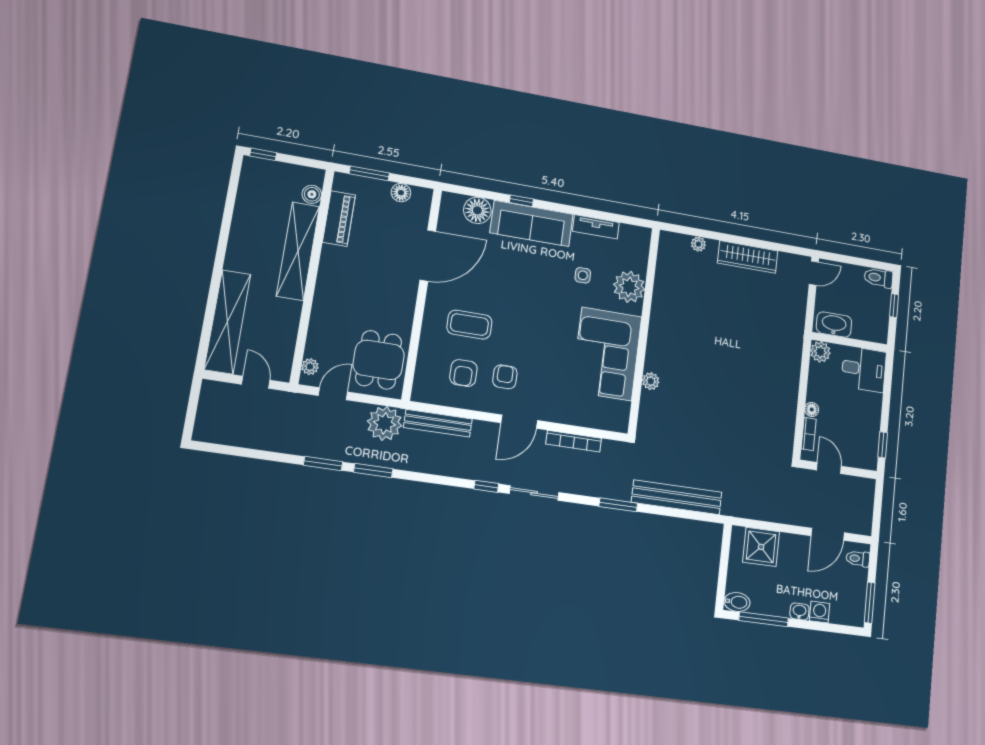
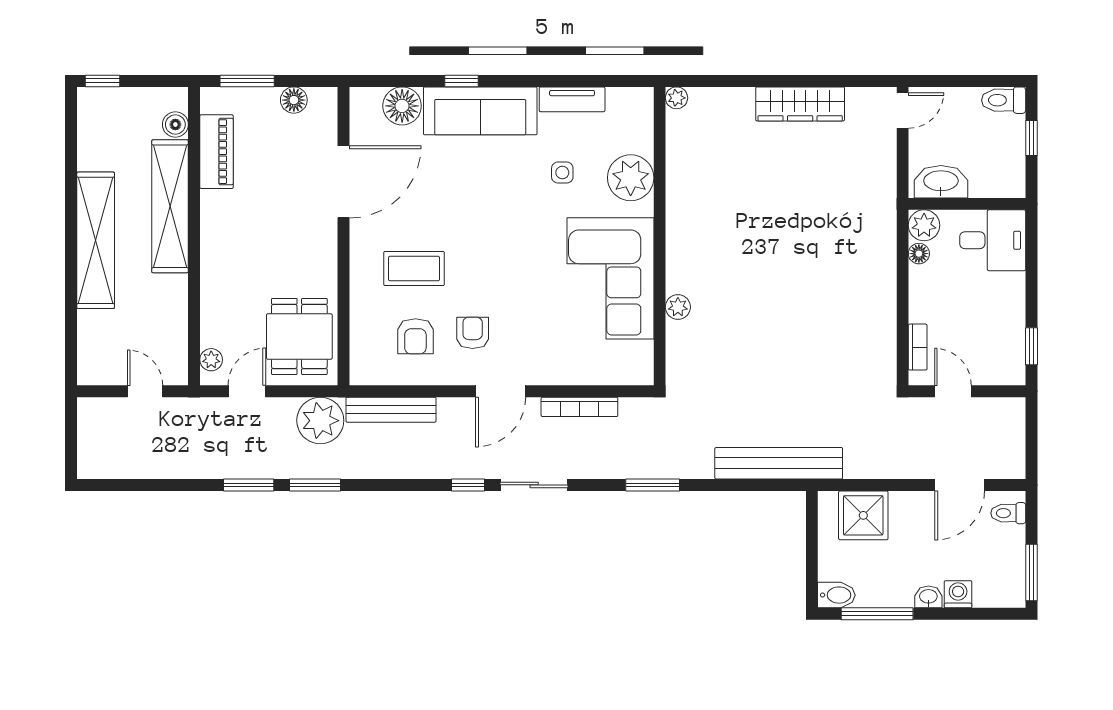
plant: (698, 244) -> (676, 98), moved
shelving: (227, 322) -> (96, 240), moved
floor lamp: (812, 410) -> (919, 254), moved
bench: (677, 497) -> (779, 463), moved

